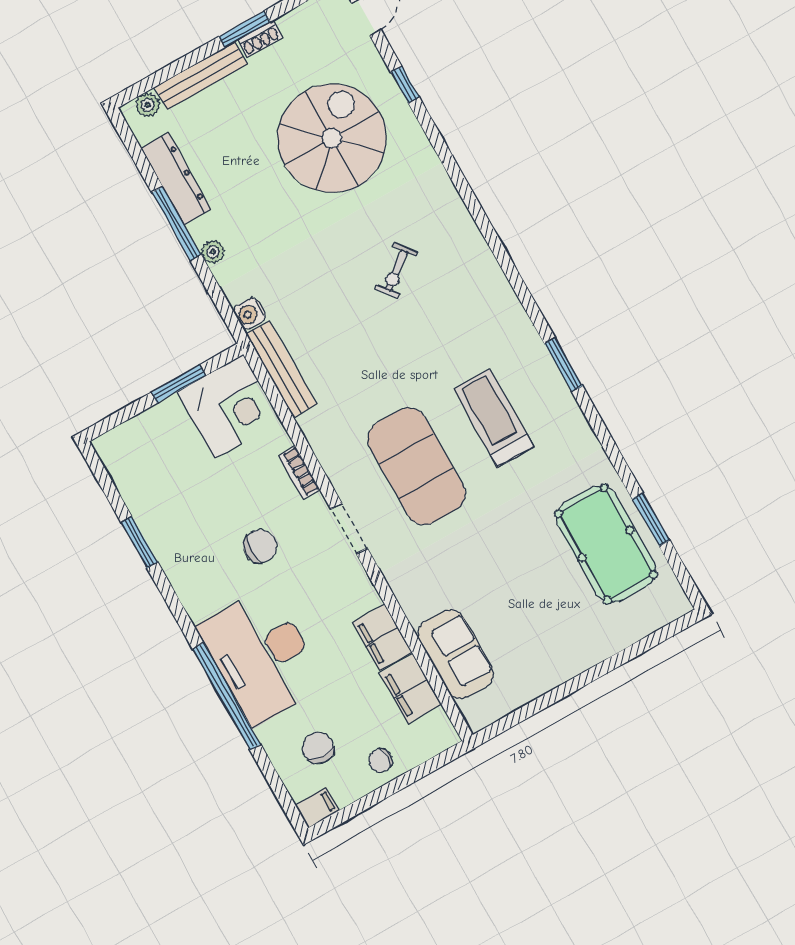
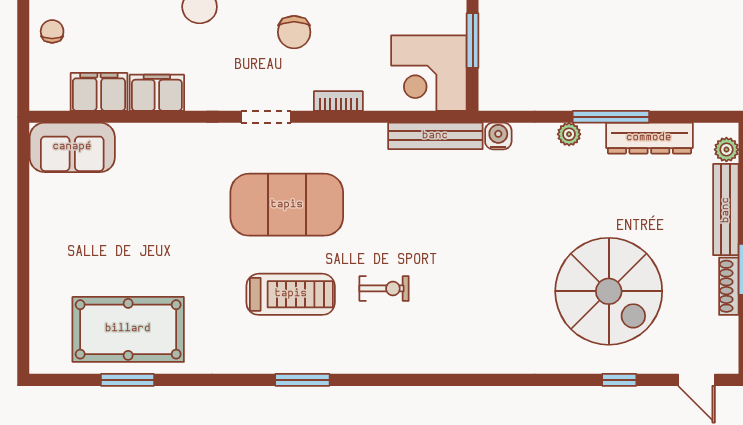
shoe rack: (260, 39) -> (729, 286), width x1.43
exercise bike: (396, 271) -> (384, 288), moved, turned 128
sofa: (456, 654) -> (72, 147), moved

